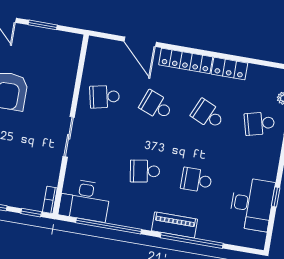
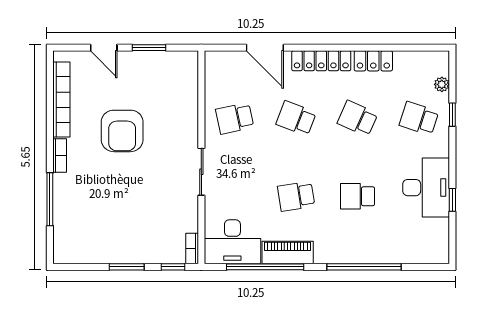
school desk: (259, 123) -> (419, 118), turned 33
desk: (252, 204) -> (426, 188), moved
piano: (175, 225) -> (288, 253), moved

